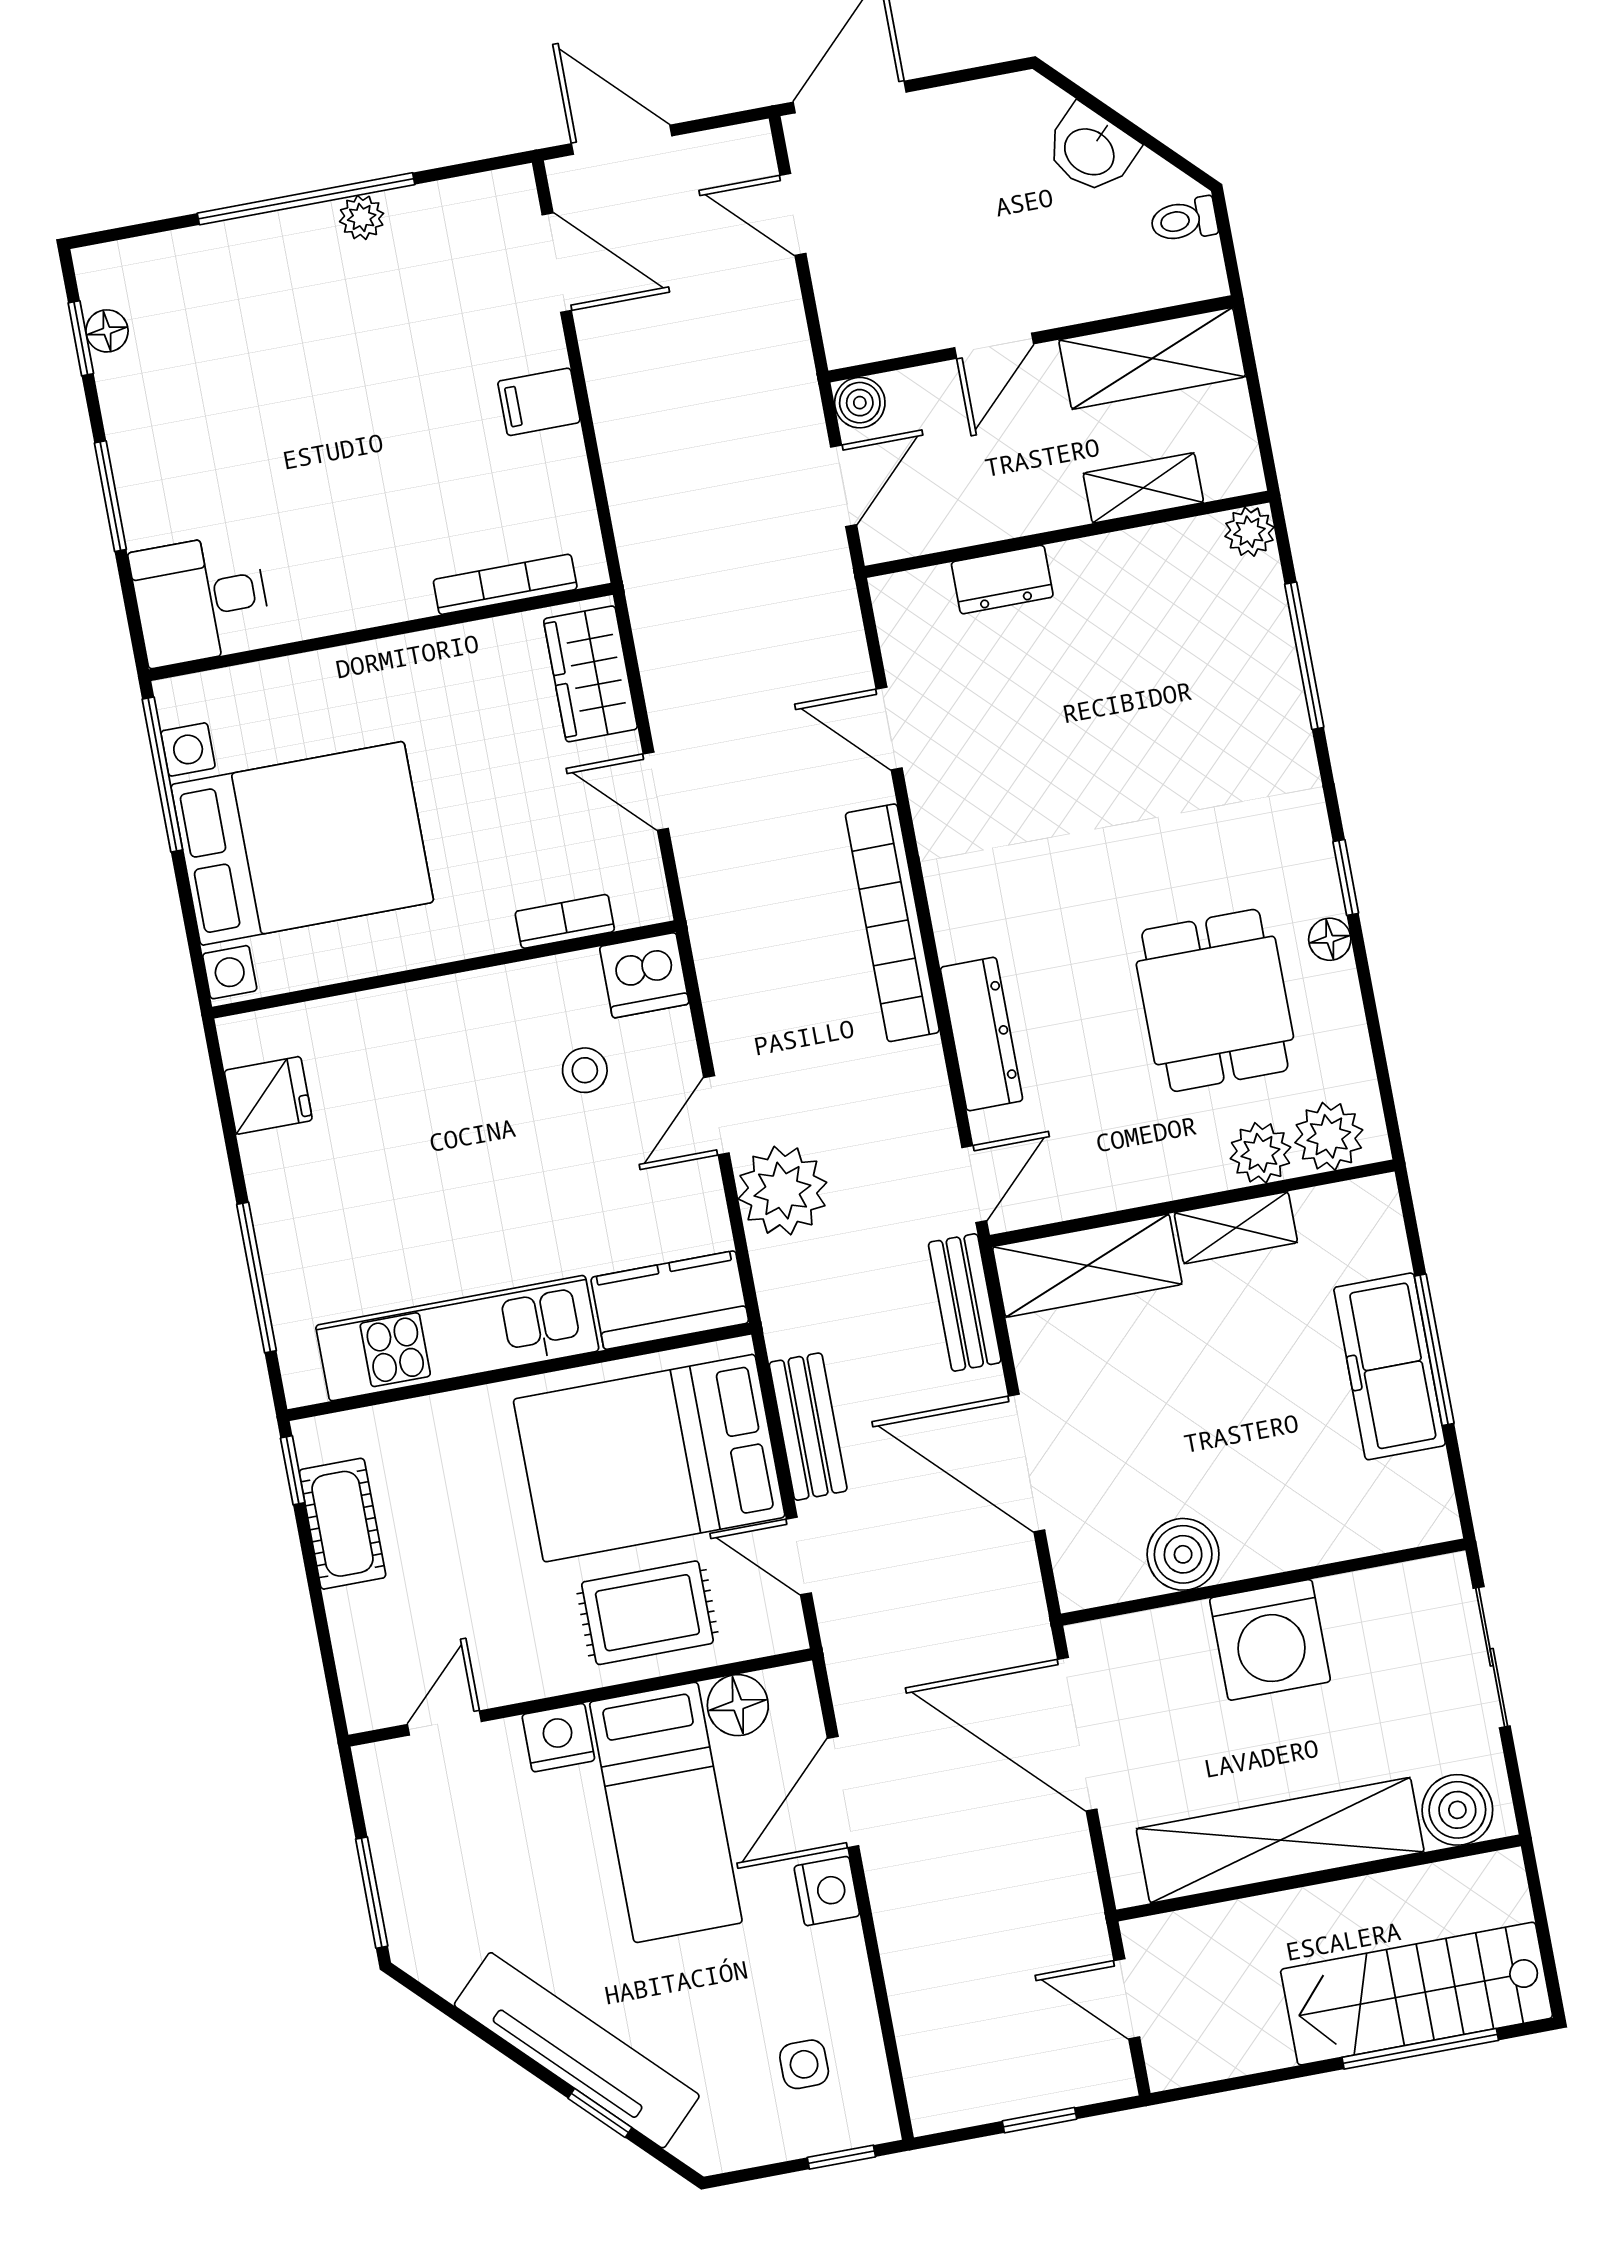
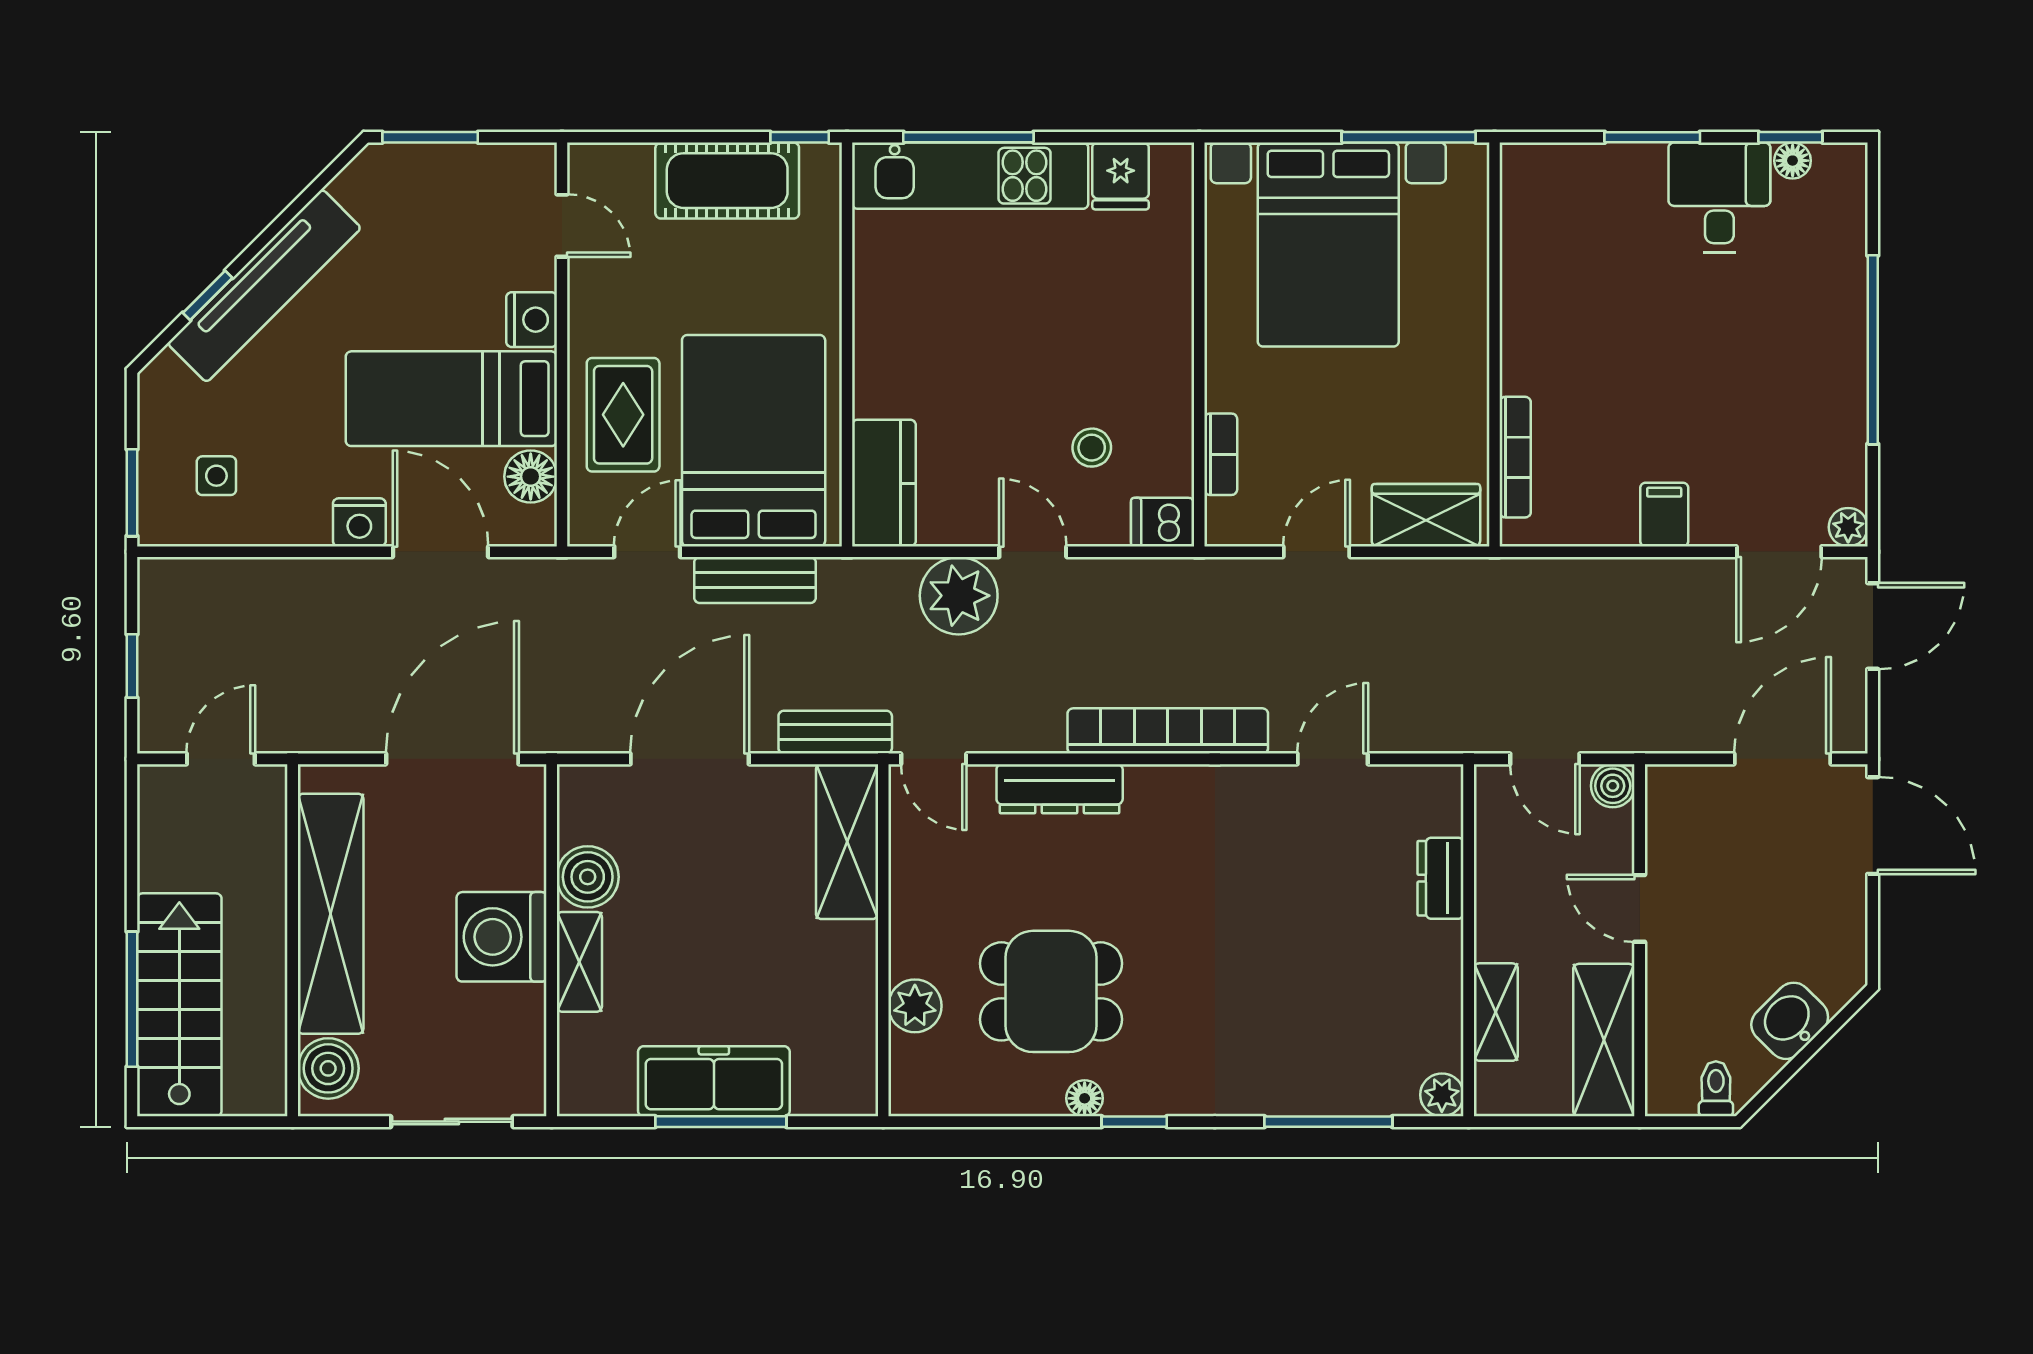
door: (793, 214) -> (1783, 759), width x1.38
plant: (362, 217) -> (1848, 527), moved
desk: (201, 600) -> (1719, 197), moved
dishwasher: (644, 975) -> (1163, 522), width x0.73
plant: (1329, 1136) -> (918, 1066), removed
shelving: (1236, 1228) -> (579, 962), moved
kitchen unit: (457, 1338) -> (970, 176), moved, turned 90
cot: (342, 1524) -> (727, 181), width x1.37, depth x1.34
window: (841, 2157) -> (132, 493), width x1.50

